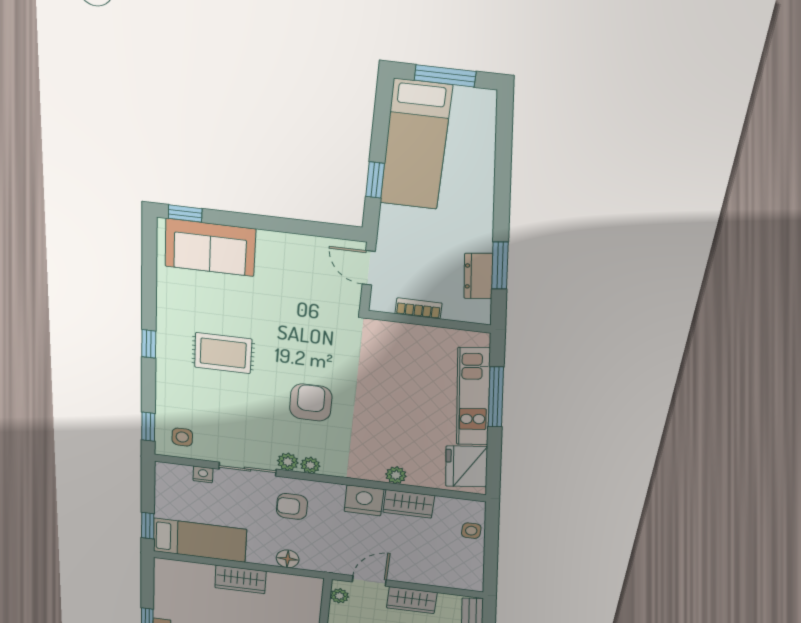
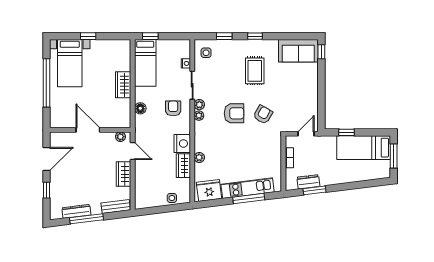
sofa: (210, 248) -> (298, 51), moved, turned -90
armchair: (318, 349) -> (263, 115), added
window: (148, 427) -> (224, 36), moved

